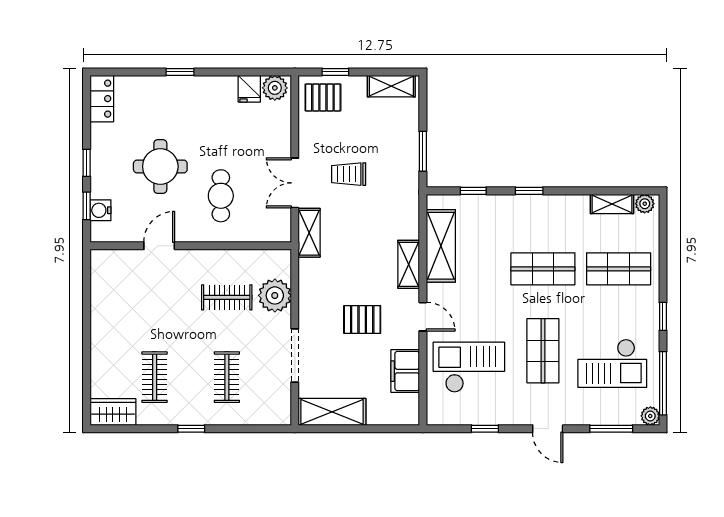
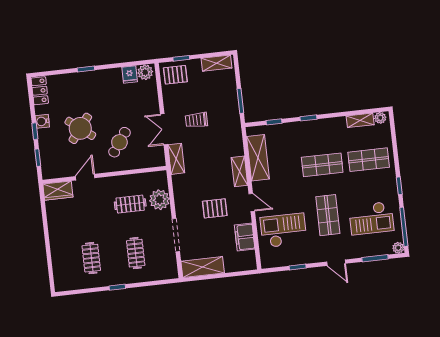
round table: (160, 167) -> (80, 128), turned 38
cafe table: (221, 196) -> (119, 142), turned 35
water cooler: (101, 210) -> (42, 121), moved
wardrobe: (113, 412) -> (58, 191), moved, turned 180

